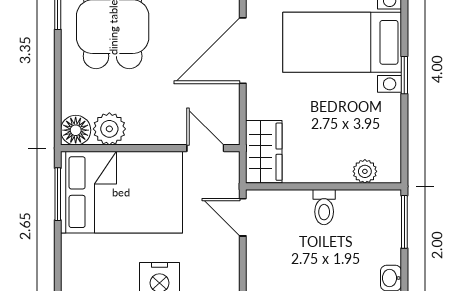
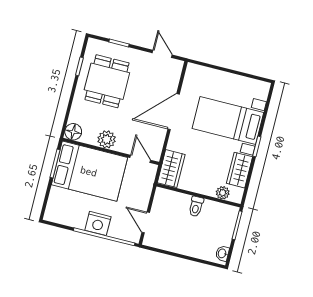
wardrobe: (384, 124) -> (240, 170), added
plant: (109, 129) -> (107, 139), moved
door: (243, 217) -> (146, 222), moved

